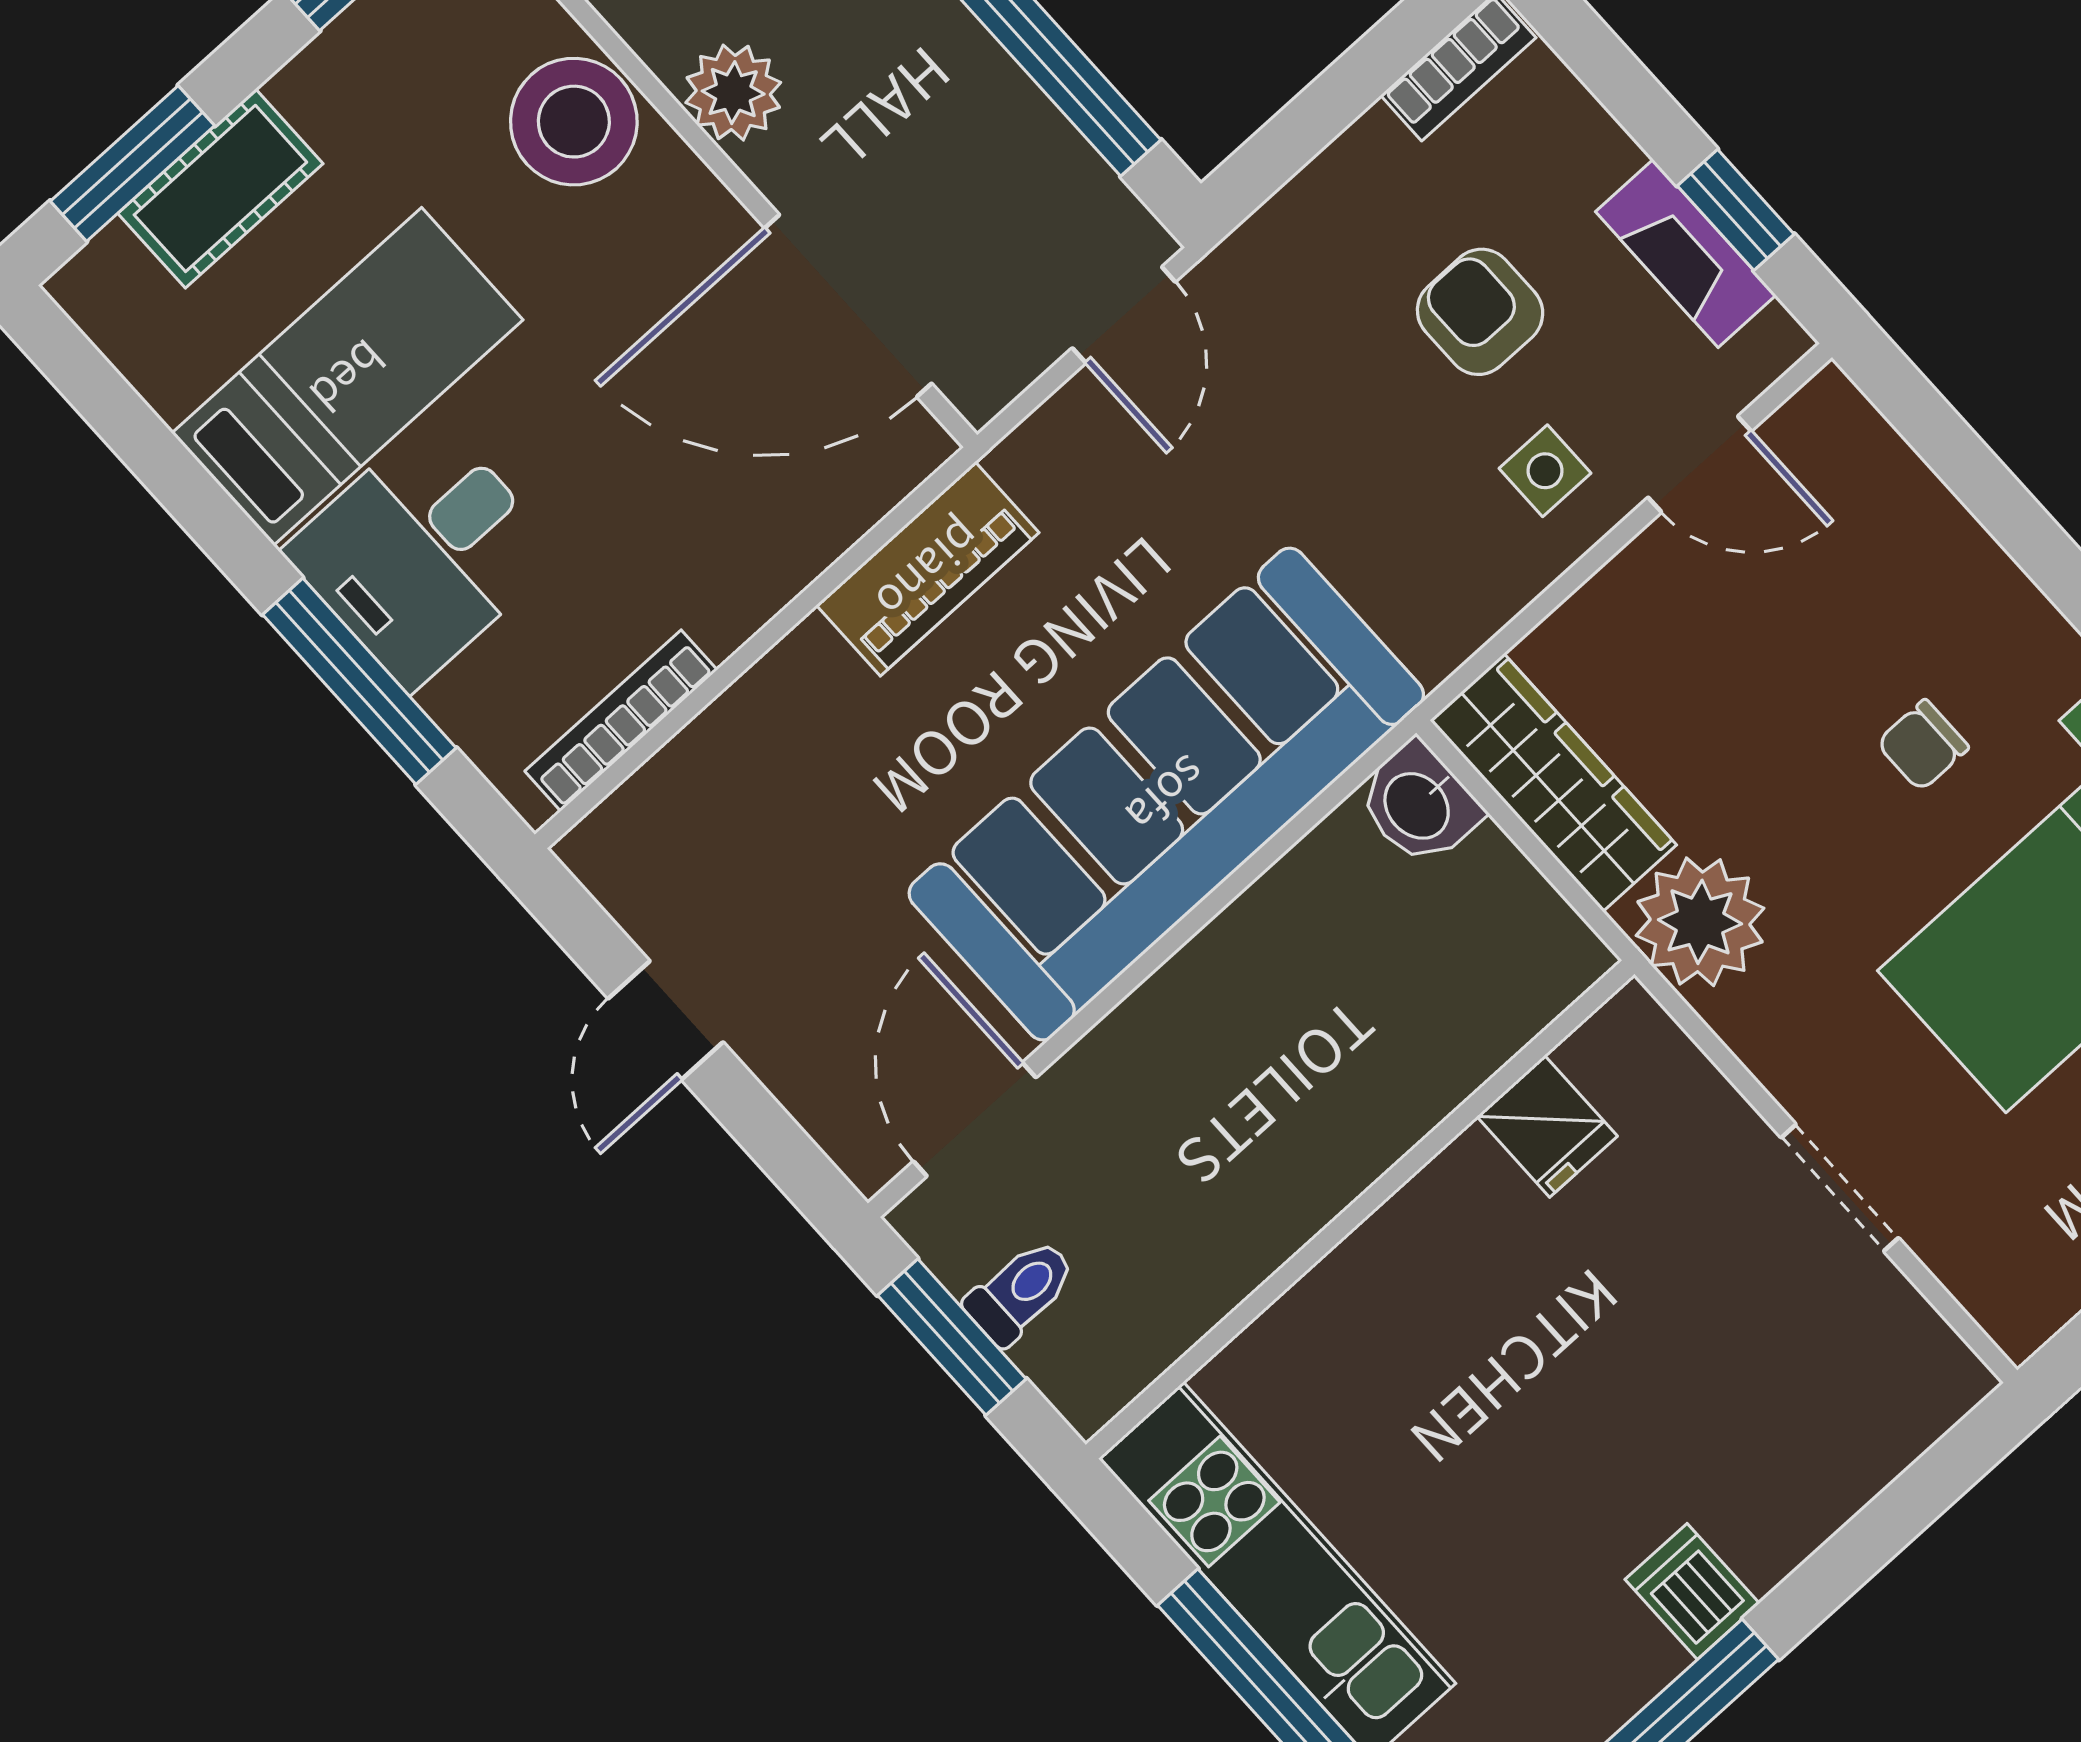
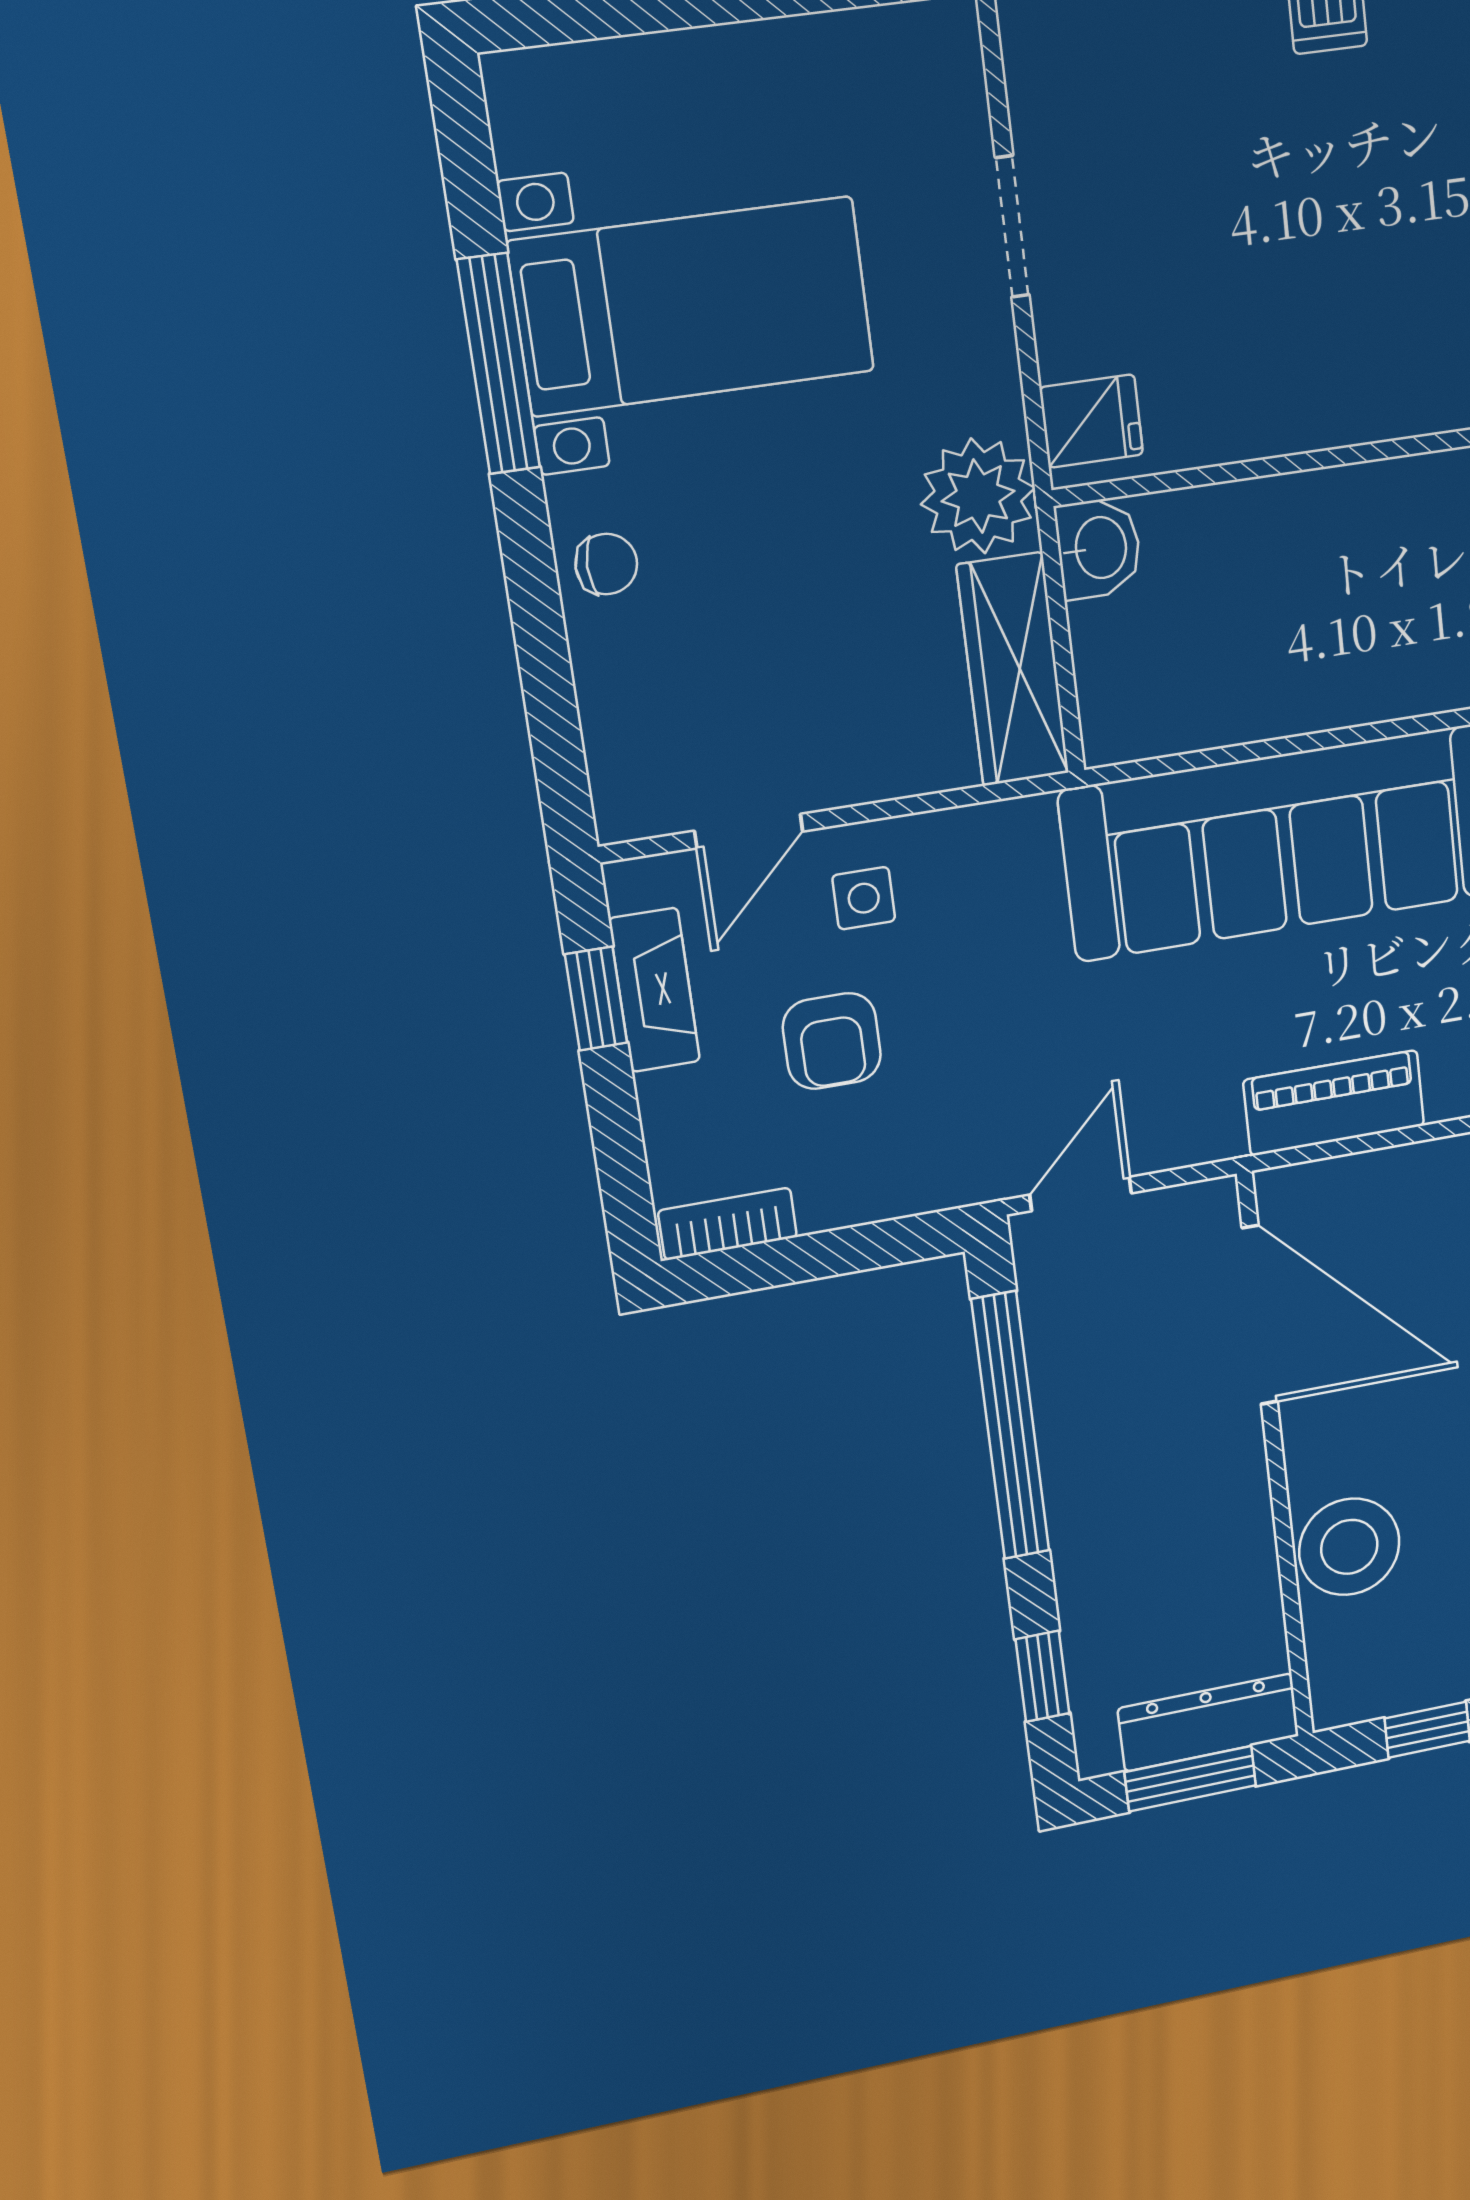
plant: (733, 93) -> (1233, 1504), removed
door: (1700, 464) -> (749, 831), swing flipped
chair: (1923, 745) -> (606, 564), moved
washbasin: (1419, 804) -> (1099, 548), moved
fridge: (1547, 1126) -> (1091, 421), moved, turned 90

